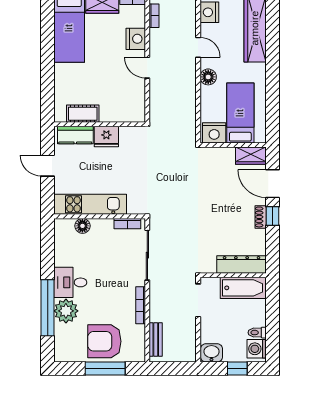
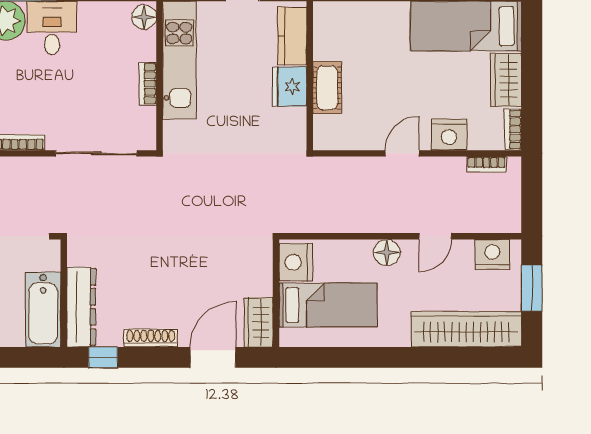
cot: (83, 114) -> (327, 88), moved
window: (272, 216) -> (103, 357), moved
shoe rack: (261, 217) -> (151, 338), width x1.43
bookcase: (127, 224) -> (148, 84), moved
floor lamp: (82, 226) -> (144, 17), moved

